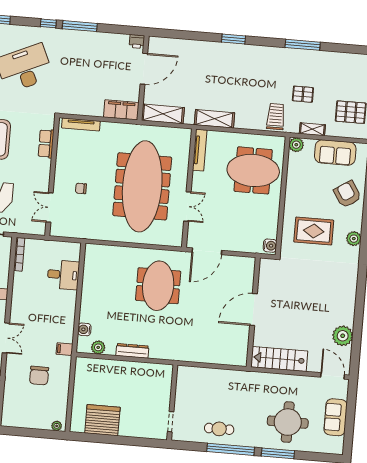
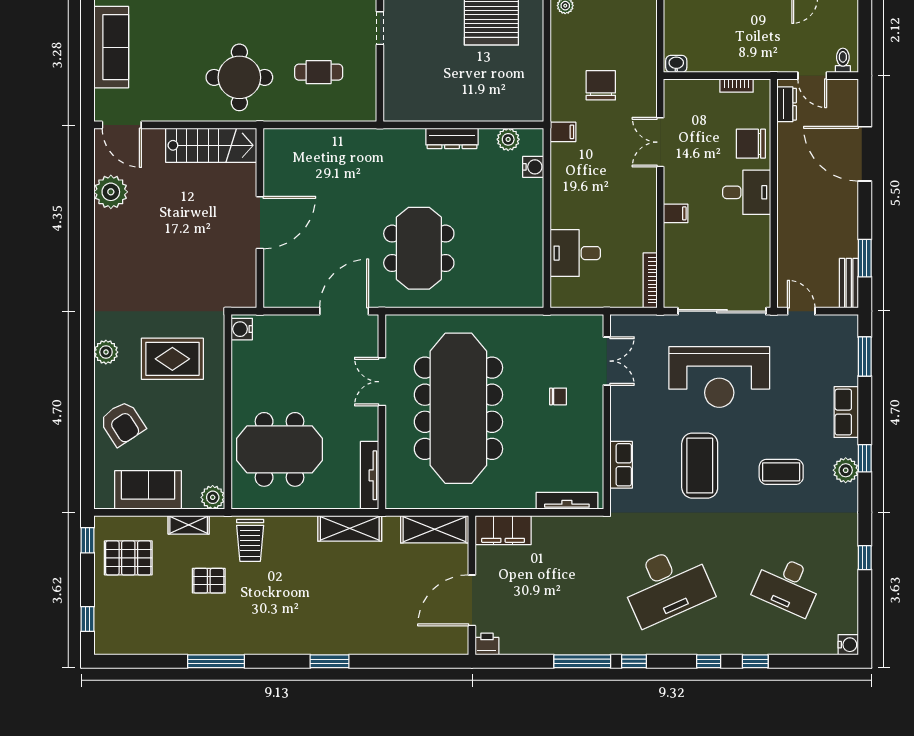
sofa: (336, 417) -> (111, 47), width x1.36
round table: (288, 422) -> (239, 77), moved
cafe table: (219, 429) -> (319, 72), moved

